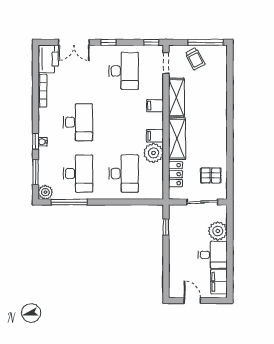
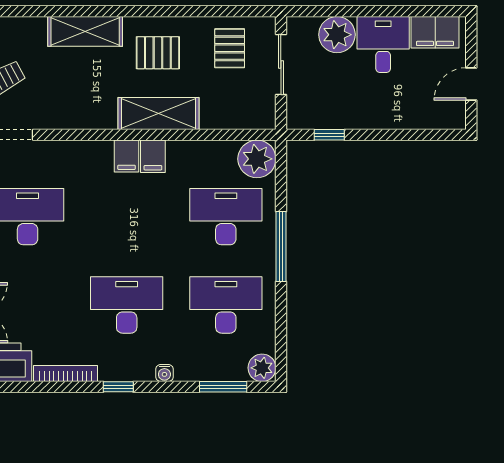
shelving: (176, 97) -> (85, 31), moved
filing cabinet: (155, 106) -> (127, 156), moved
pallet: (208, 138) -> (158, 53), added
window: (36, 141) -> (118, 387), moved
plant: (154, 153) -> (257, 159), moved
locker: (175, 174) -> (227, 116), removed
window: (69, 202) -> (281, 247), moved

